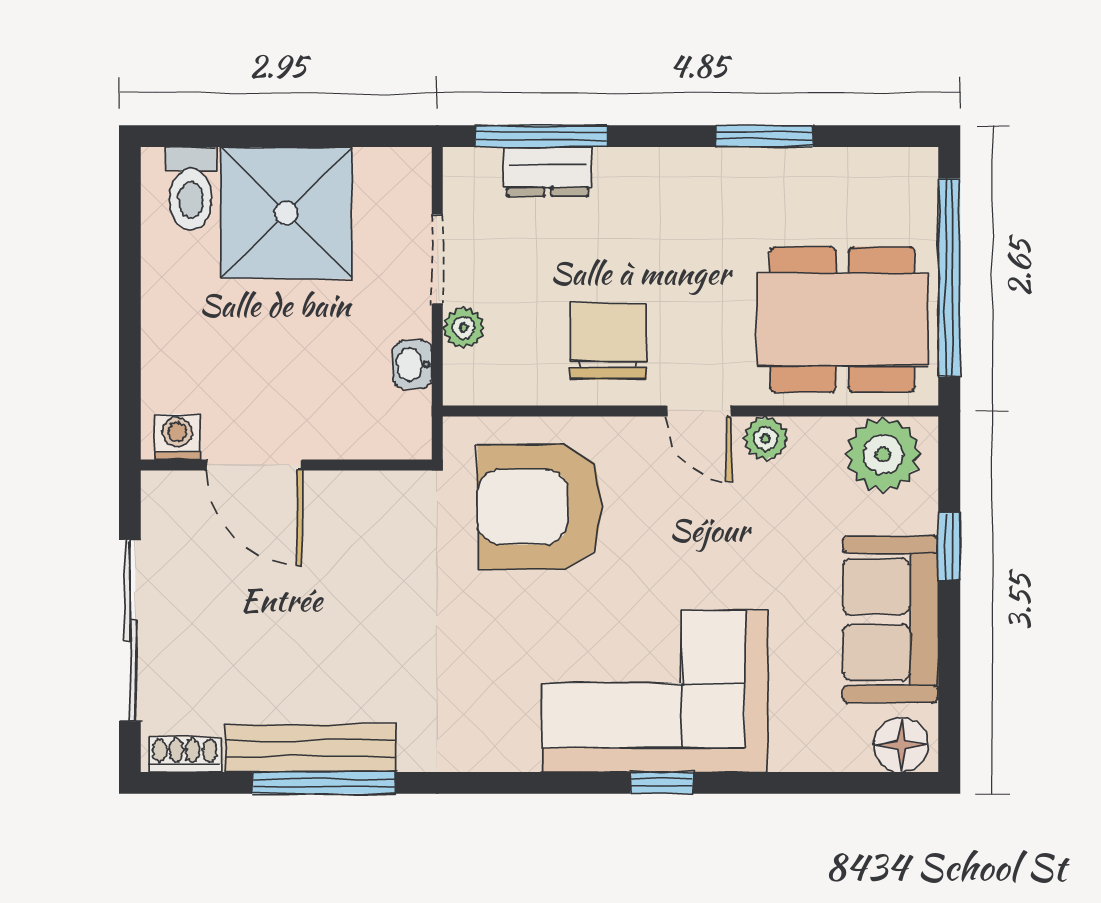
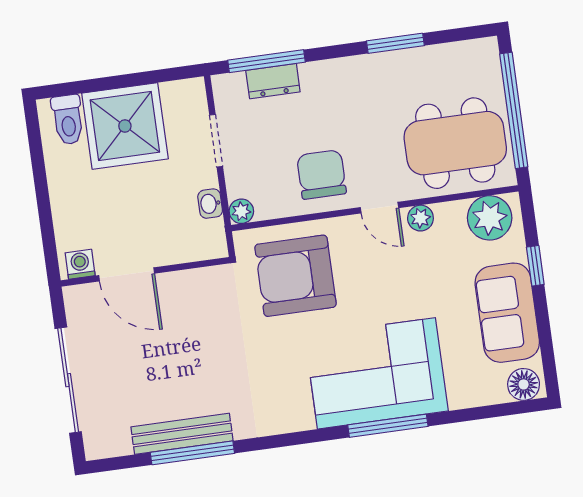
plant: (464, 328) -> (241, 211), moved
shoe rack: (185, 755) -> (110, 448), removed
window: (661, 783) -> (388, 426), width x2.17

